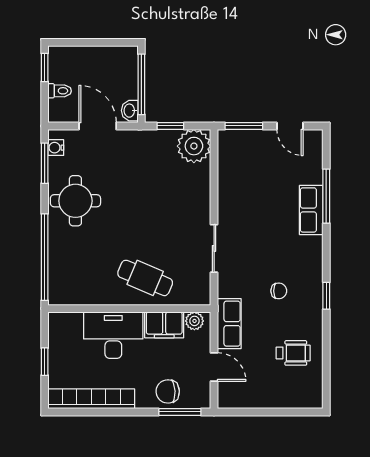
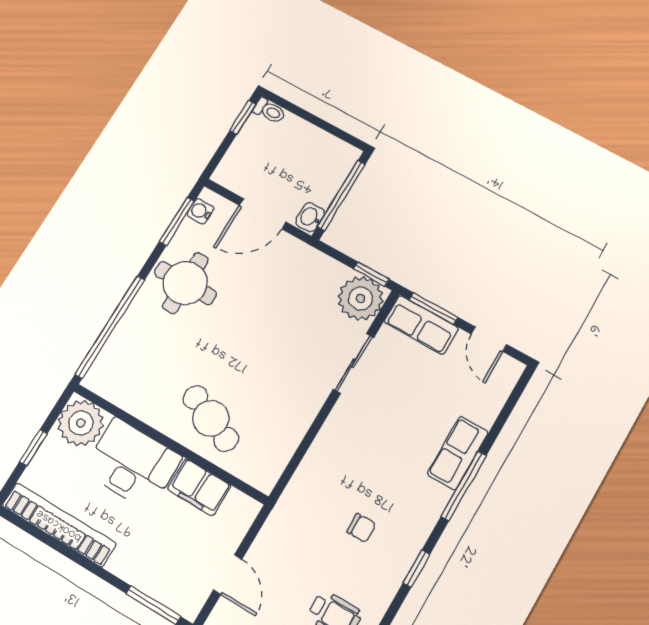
toilet: (60, 91) -> (270, 111), moved
door: (98, 126) -> (263, 214), swing flipped
window: (170, 126) -> (371, 274), moved
window: (326, 196) -> (464, 486), moved
sliding door: (214, 248) -> (354, 363), moved
plant: (194, 321) -> (81, 423), moved, width x1.87, depth x1.87
row of seats: (229, 324) -> (421, 325), moved, turned 90
chair: (168, 391) -> (154, 571), removed

